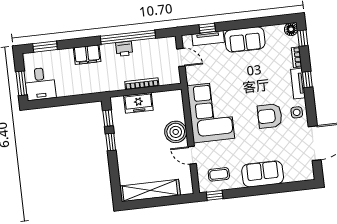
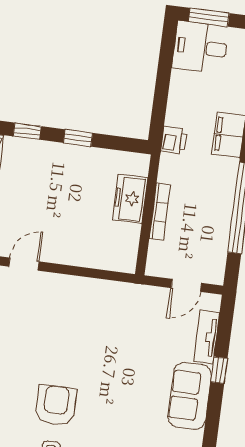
window: (207, 28) -> (219, 370), moved
printer: (124, 49) -> (174, 140), moved, turned 180
corner sofa: (211, 112) -> (86, 312), removed
window: (108, 118) -> (27, 131), moved
boiler: (176, 132) -> (68, 247), removed

